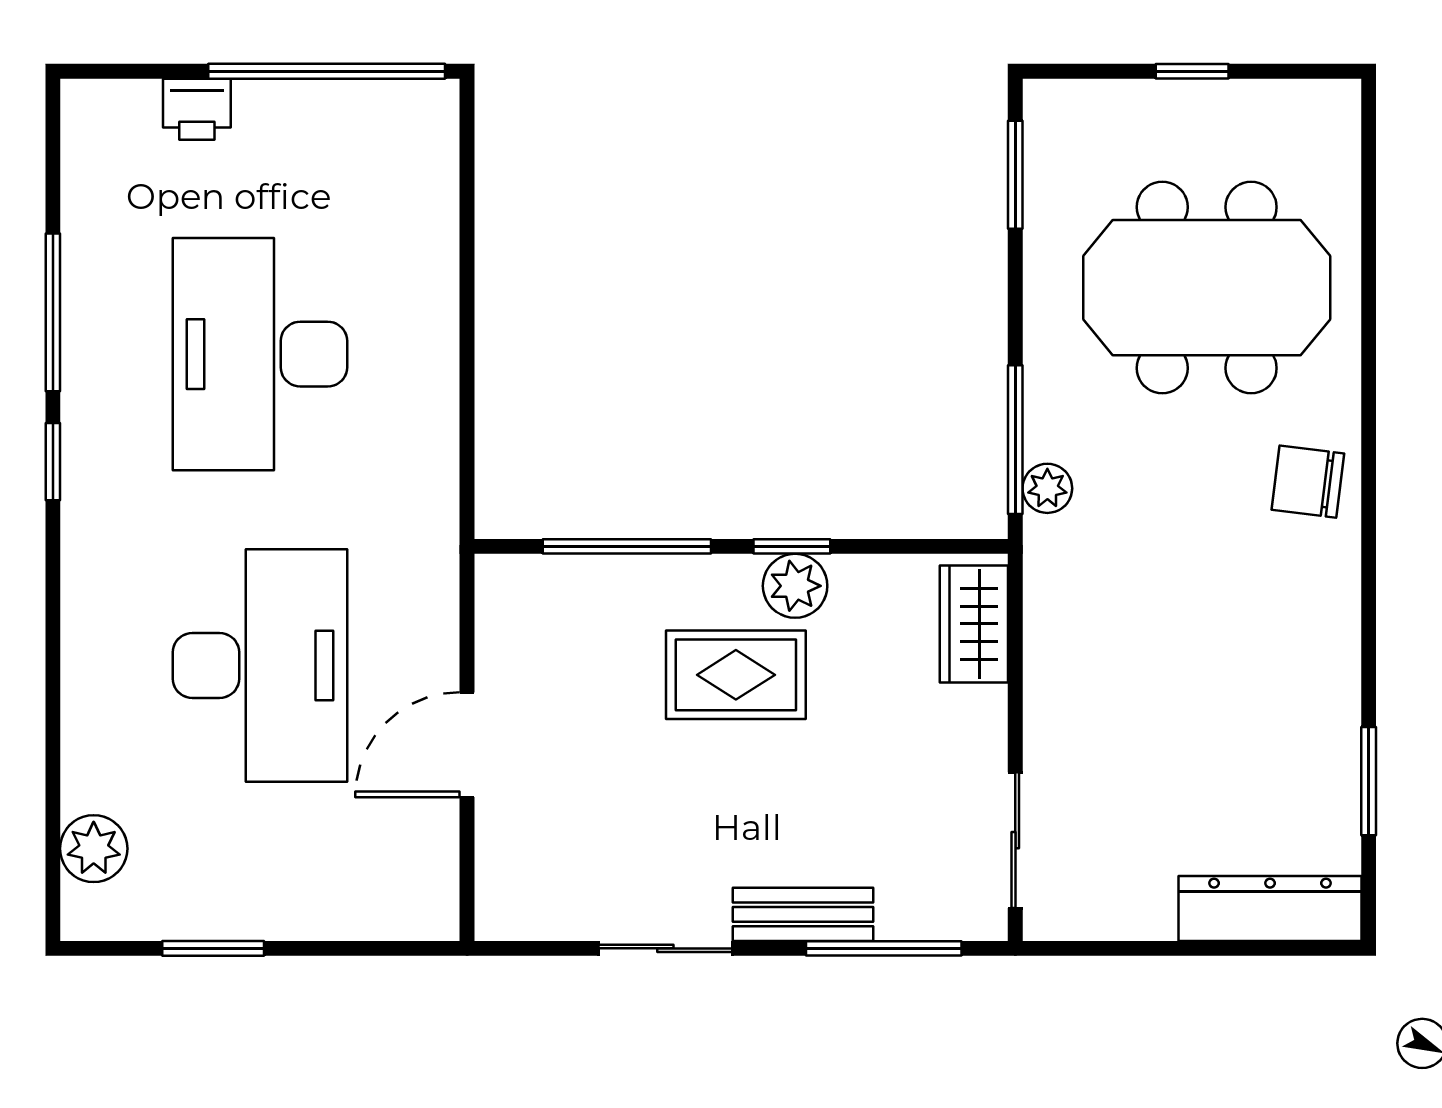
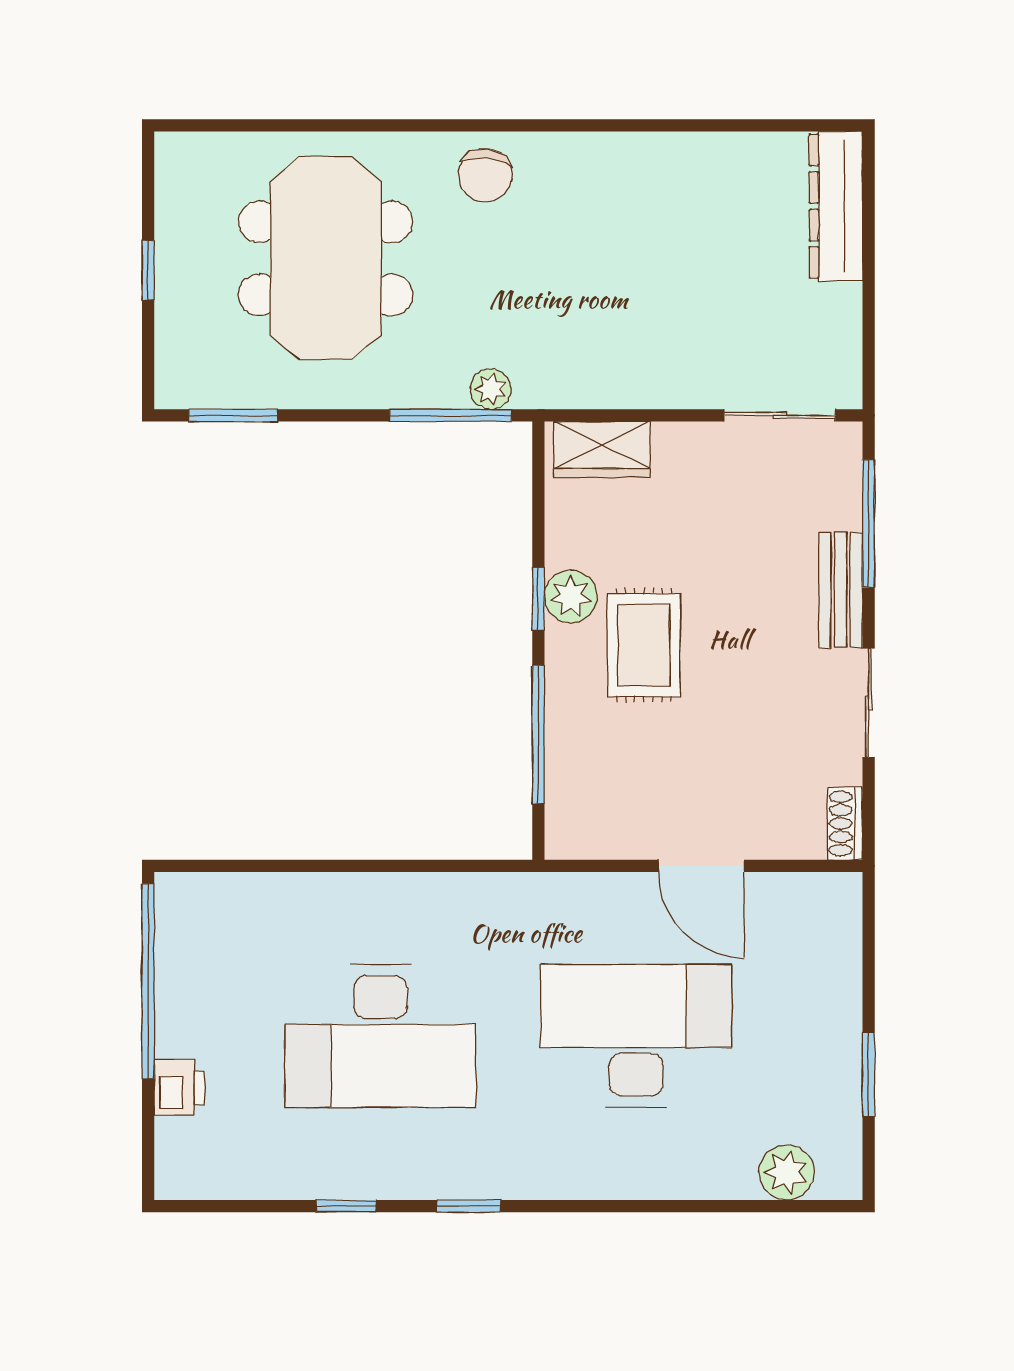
window: (53, 312) -> (346, 1206), width x0.46
window: (1369, 781) -> (731, 125), removed
shoe rack: (519, 920) -> (845, 823), added

